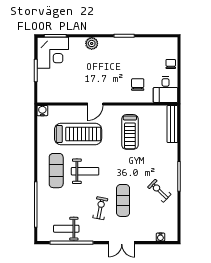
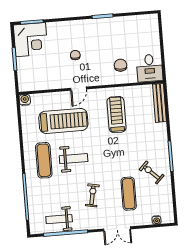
plant: (92, 43) -> (70, 27), removed
chair: (171, 64) -> (75, 55), moved
treadmill: (130, 132) -> (116, 115), turned 180
exercise mat: (123, 200) -> (129, 194), moved

